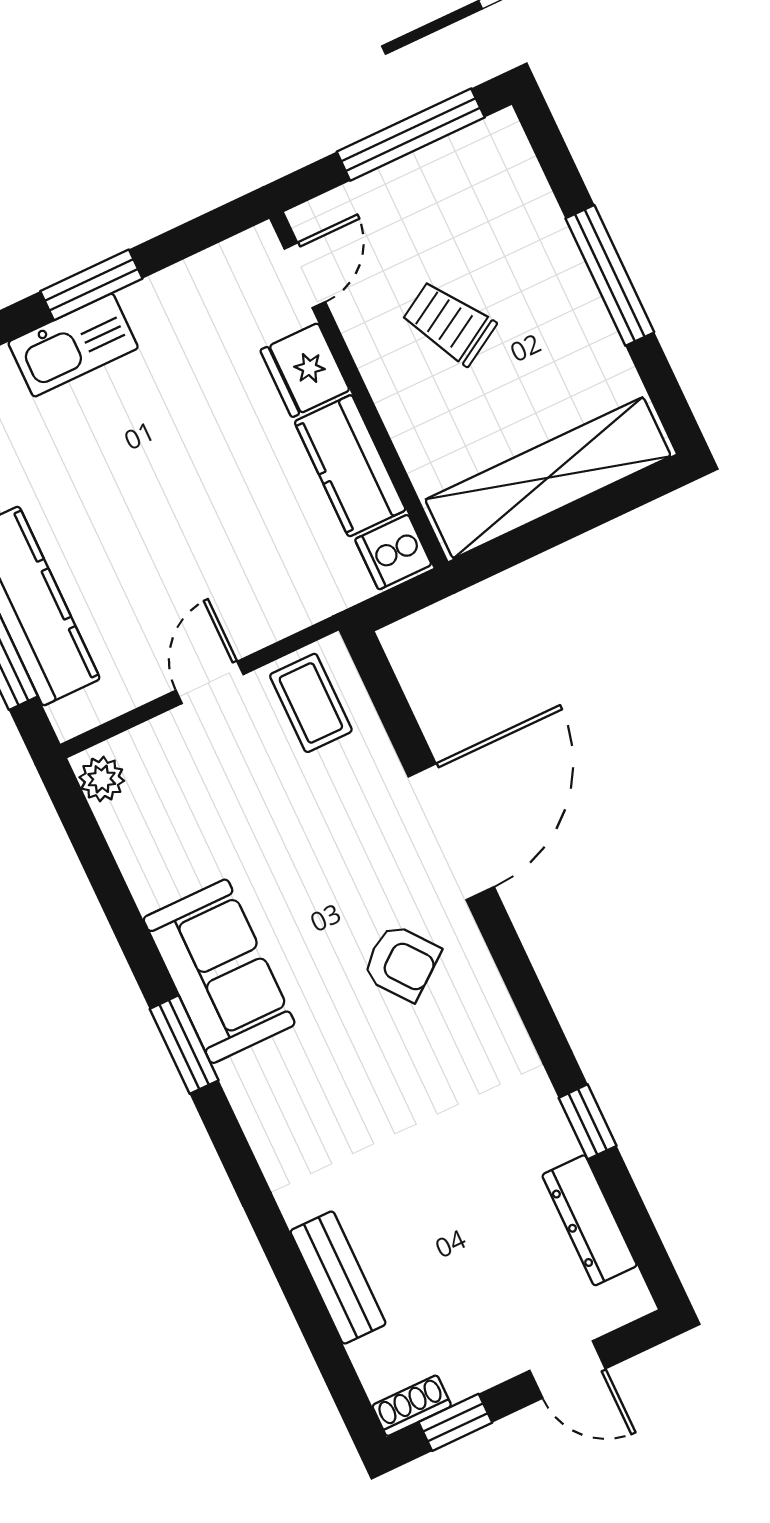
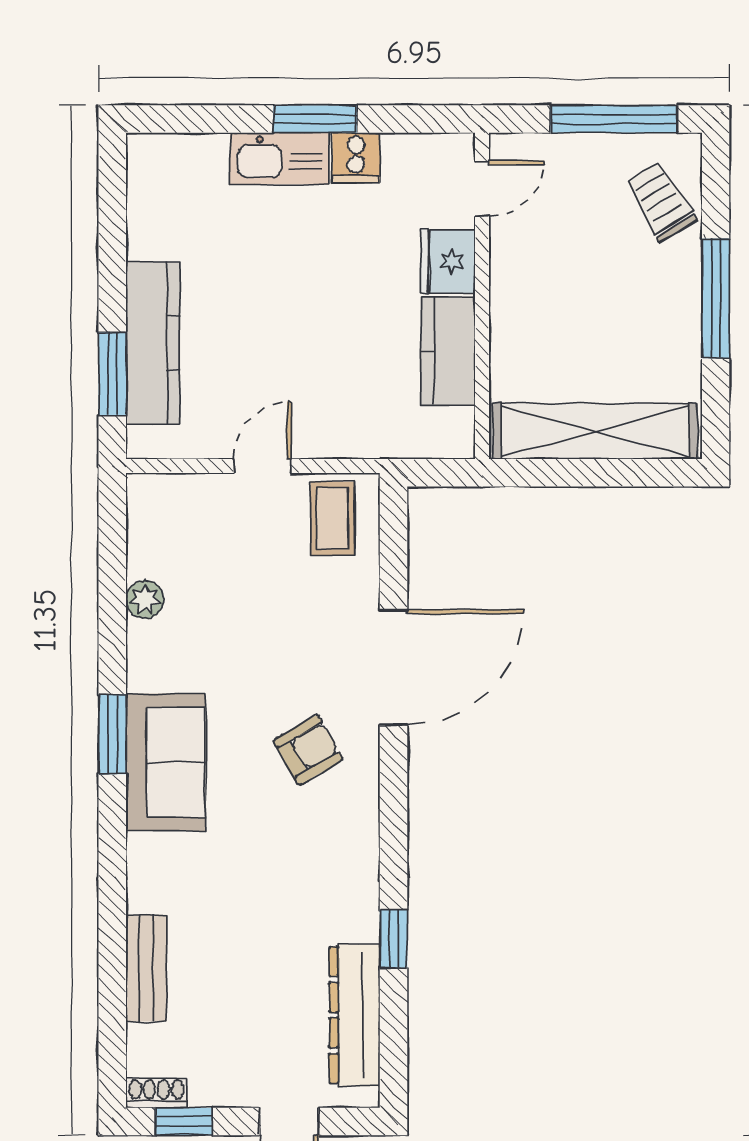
trolley: (449, 323) -> (661, 201), moved
cooker: (393, 552) -> (356, 158), moved, turned -90
plant: (102, 779) -> (145, 600), moved
armchair: (401, 963) -> (308, 750), turned -82
sofa: (219, 971) -> (166, 762), moved
dresser: (590, 1220) -> (355, 1015), width x1.37, depth x1.24

